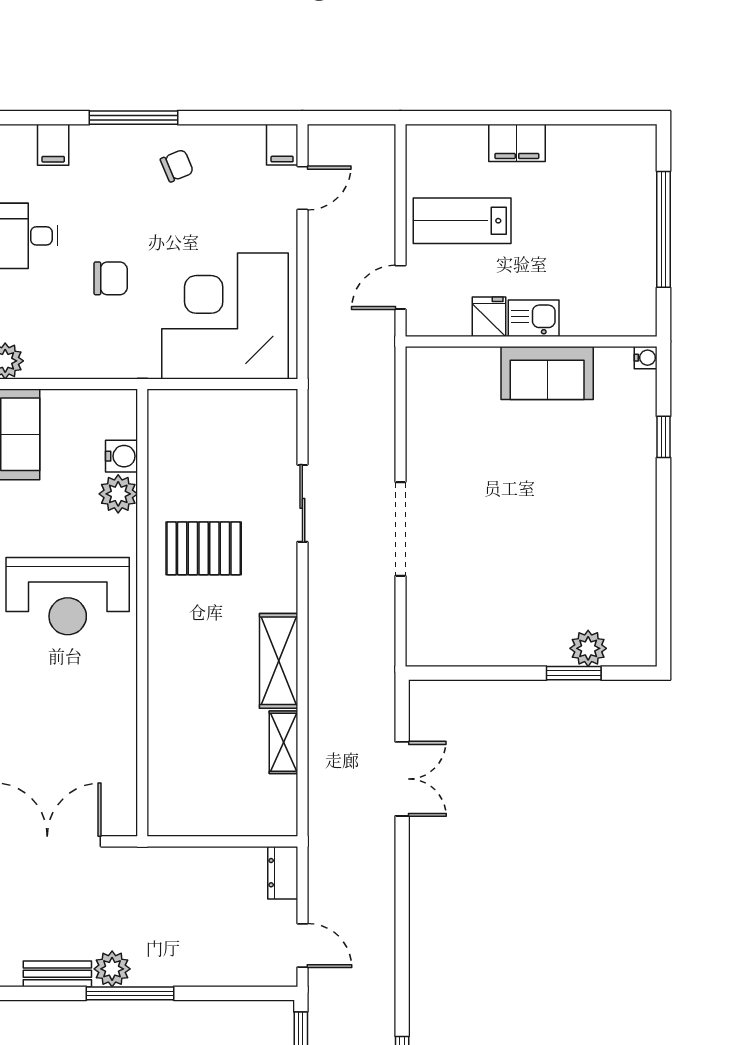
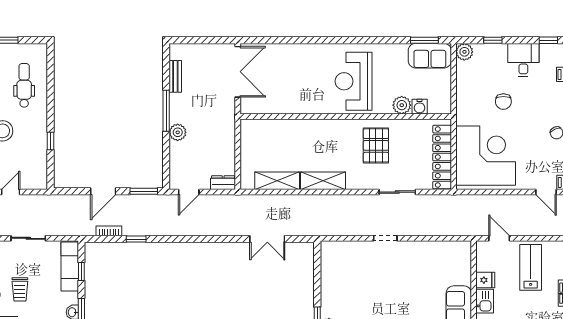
locker: (228, 408) -> (442, 157), added
doorway: (400, 529) -> (385, 238), width x0.53
shelving: (283, 742) -> (277, 181), width x1.50, depth x1.33
plant: (112, 969) -> (178, 132), moved

